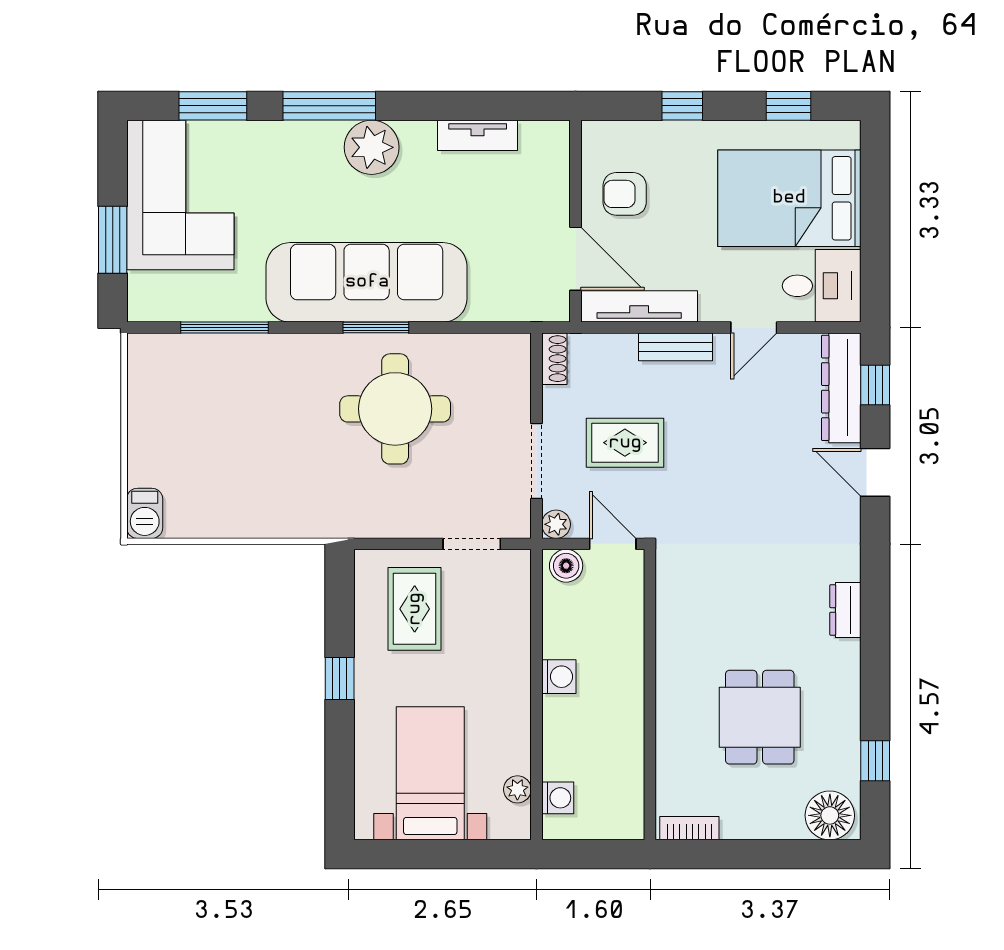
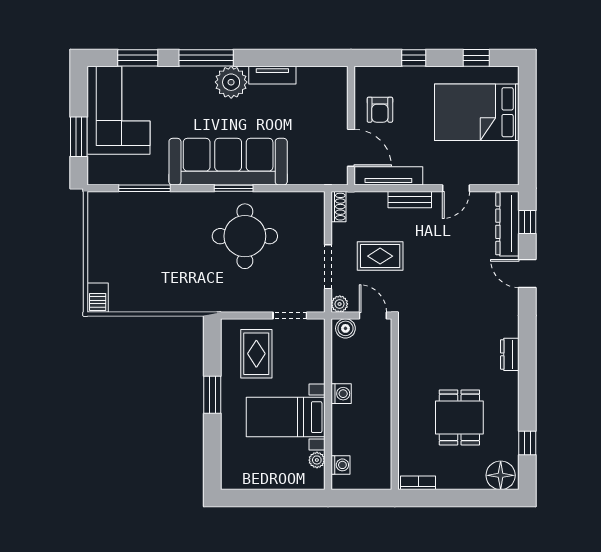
tv unit: (478, 135) -> (272, 75), moved
armchair: (625, 194) -> (380, 110), turned -90
desk: (822, 286) -> (496, 164), removed
window: (340, 679) -> (212, 395), width x1.50
bed with nightstands: (430, 773) -> (286, 417), moved, turned -90

